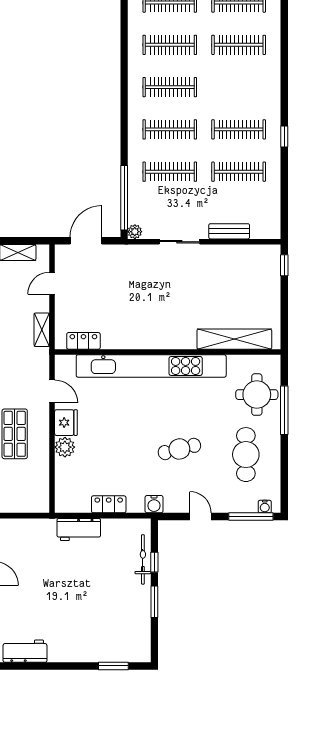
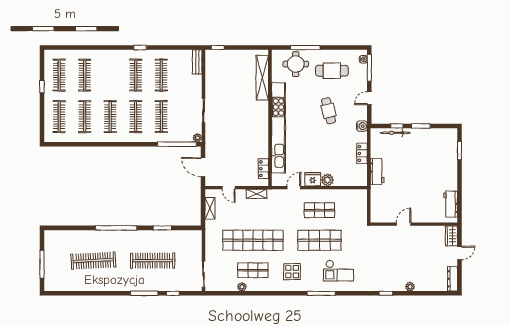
bench: (229, 231) -> (197, 62), moved

